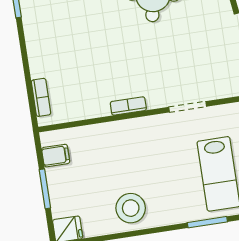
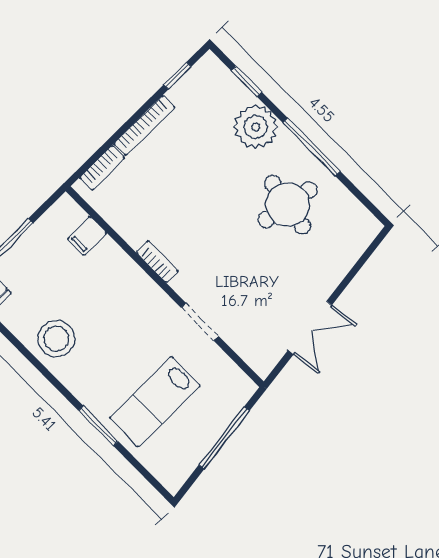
bookcase: (34, 50) -> (144, 126), added
filing cabinet: (56, 156) -> (87, 236), moved, turned 90

